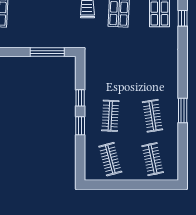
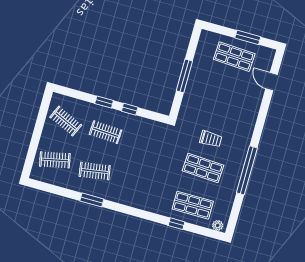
window: (47, 52) -> (184, 76), moved
clothes rail: (110, 159) -> (66, 121), turned 39

